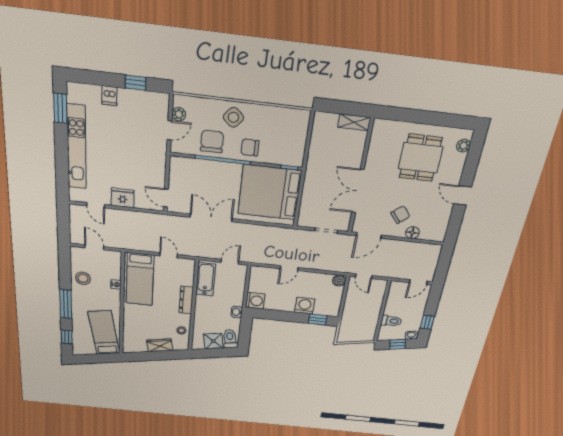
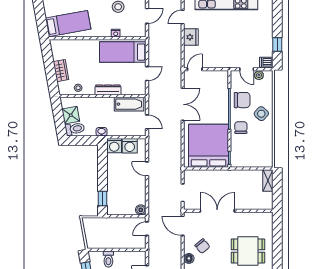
dishwasher: (109, 96) -> (266, 62), moved
shelving: (354, 122) -> (268, 180), moved
washing machine: (305, 306) -> (130, 146), moved, turned 90

